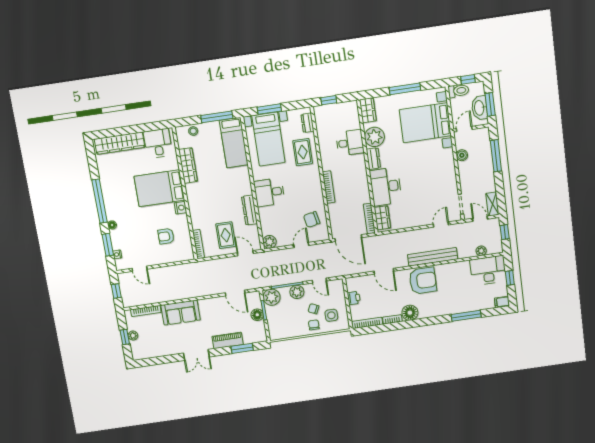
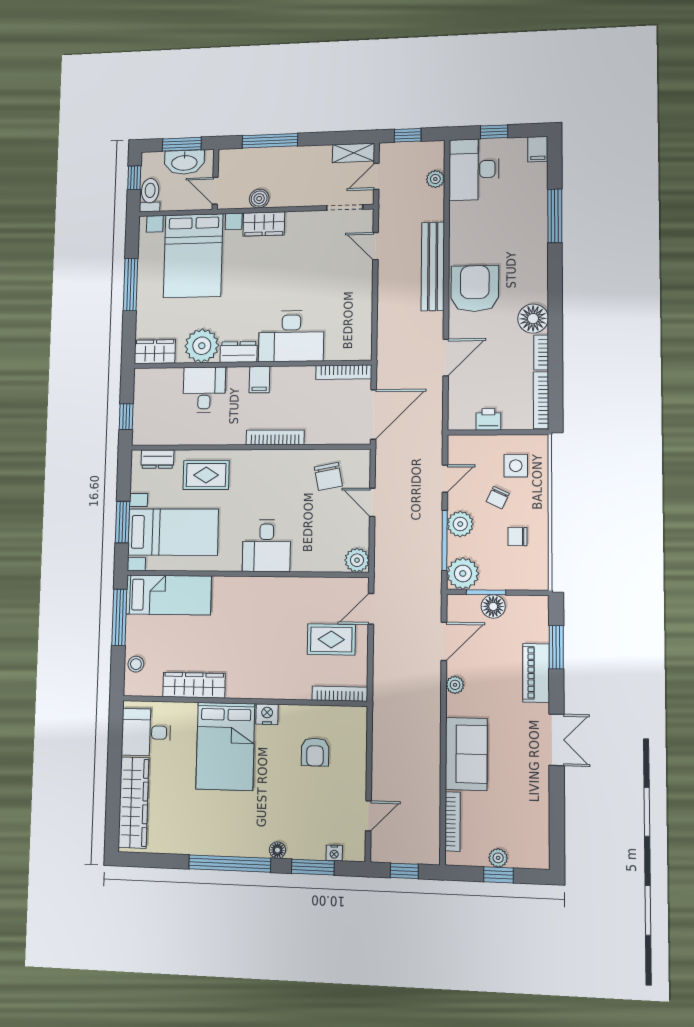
filing cabinet: (359, 173) -> (259, 380), added
dresser: (249, 210) -> (292, 587), removed
wardrobe: (382, 218) -> (264, 224), moved, turned 180
plant: (214, 302) -> (455, 685), added
chair: (314, 325) -> (517, 536), moved

